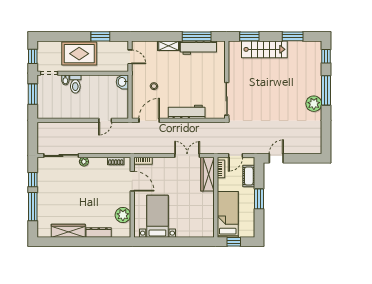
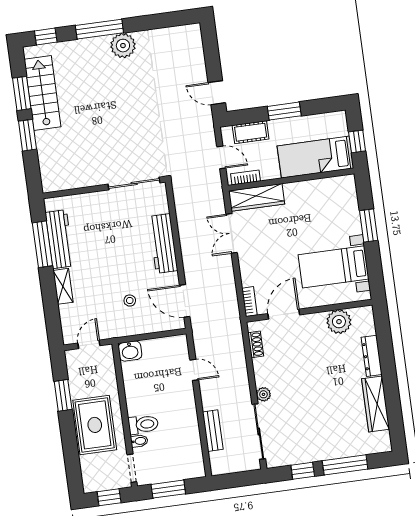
window: (249, 36) -> (27, 135), moved
stairs: (264, 49) -> (42, 93), moved
bench: (66, 127) -> (213, 431), added
window: (180, 242) -> (369, 226), added

